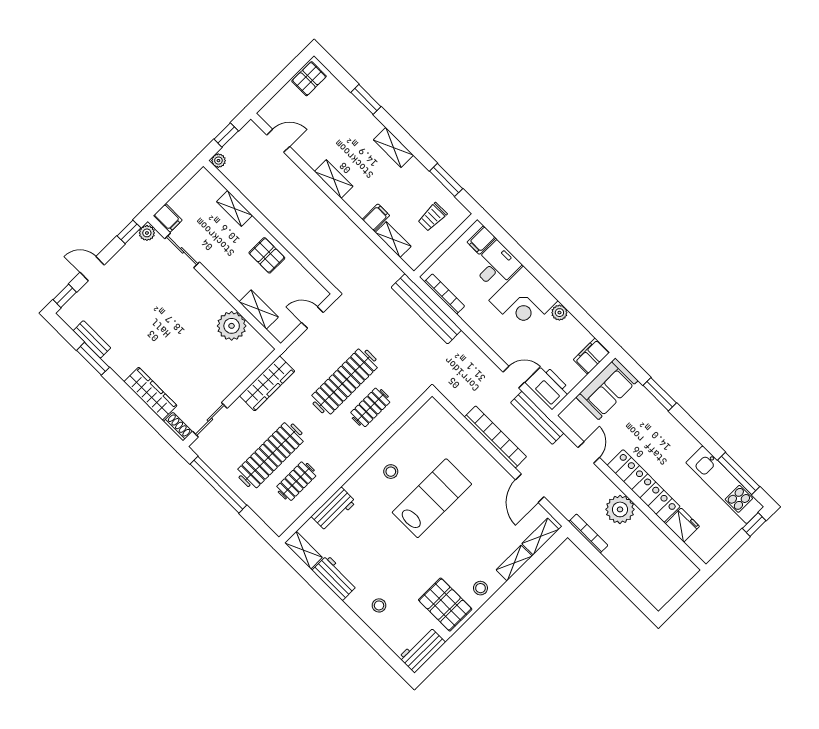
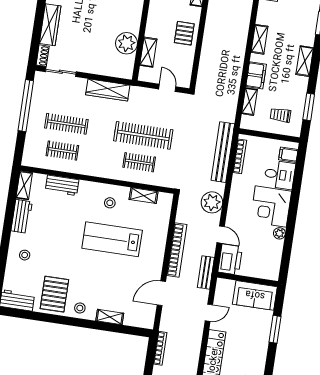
filing cabinet: (376, 217) -> (256, 75), width x2.00
filing cabinet: (592, 356) -> (268, 272), removed
bench: (537, 418) -> (206, 272), width x0.73
clothes rail: (271, 455) -> (66, 124), width x0.73, depth x0.76
lab bench: (432, 498) -> (112, 239), turned 180
plant: (620, 509) -> (212, 202), moved
shelving: (540, 536) -> (144, 196), moved

